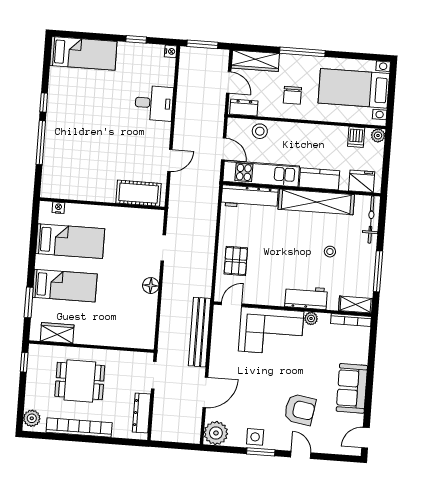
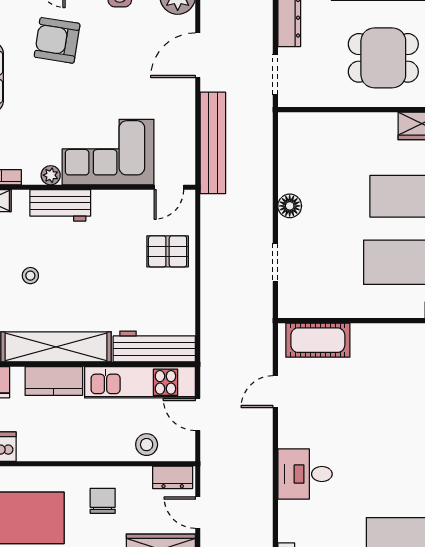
pallet: (236, 261) -> (168, 251), turned 90

